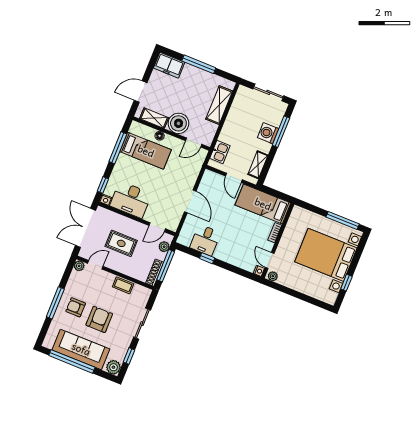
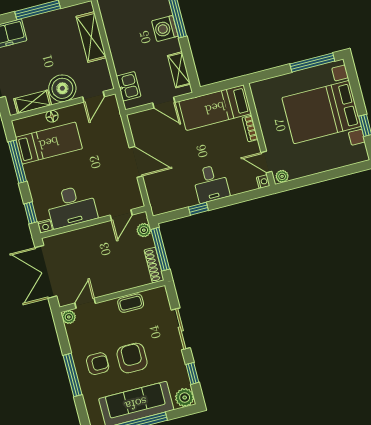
desk: (205, 240) -> (211, 184), moved
rug: (121, 243) -> (96, 260), removed
armchair: (76, 307) -> (98, 364), turned 180

